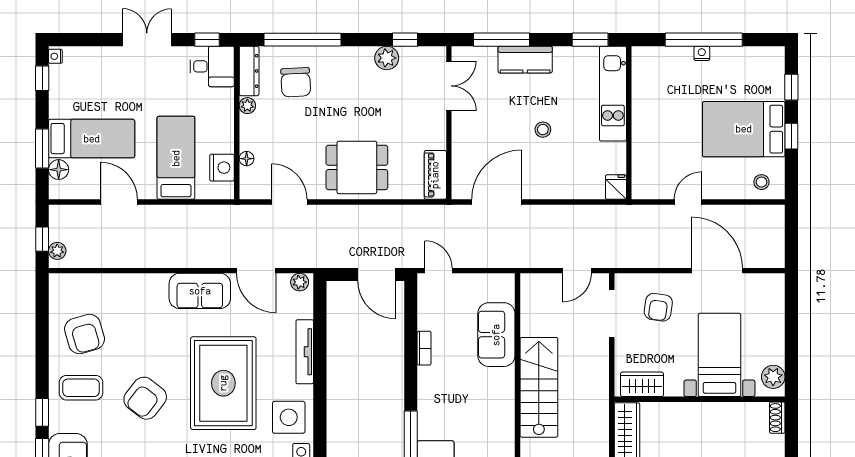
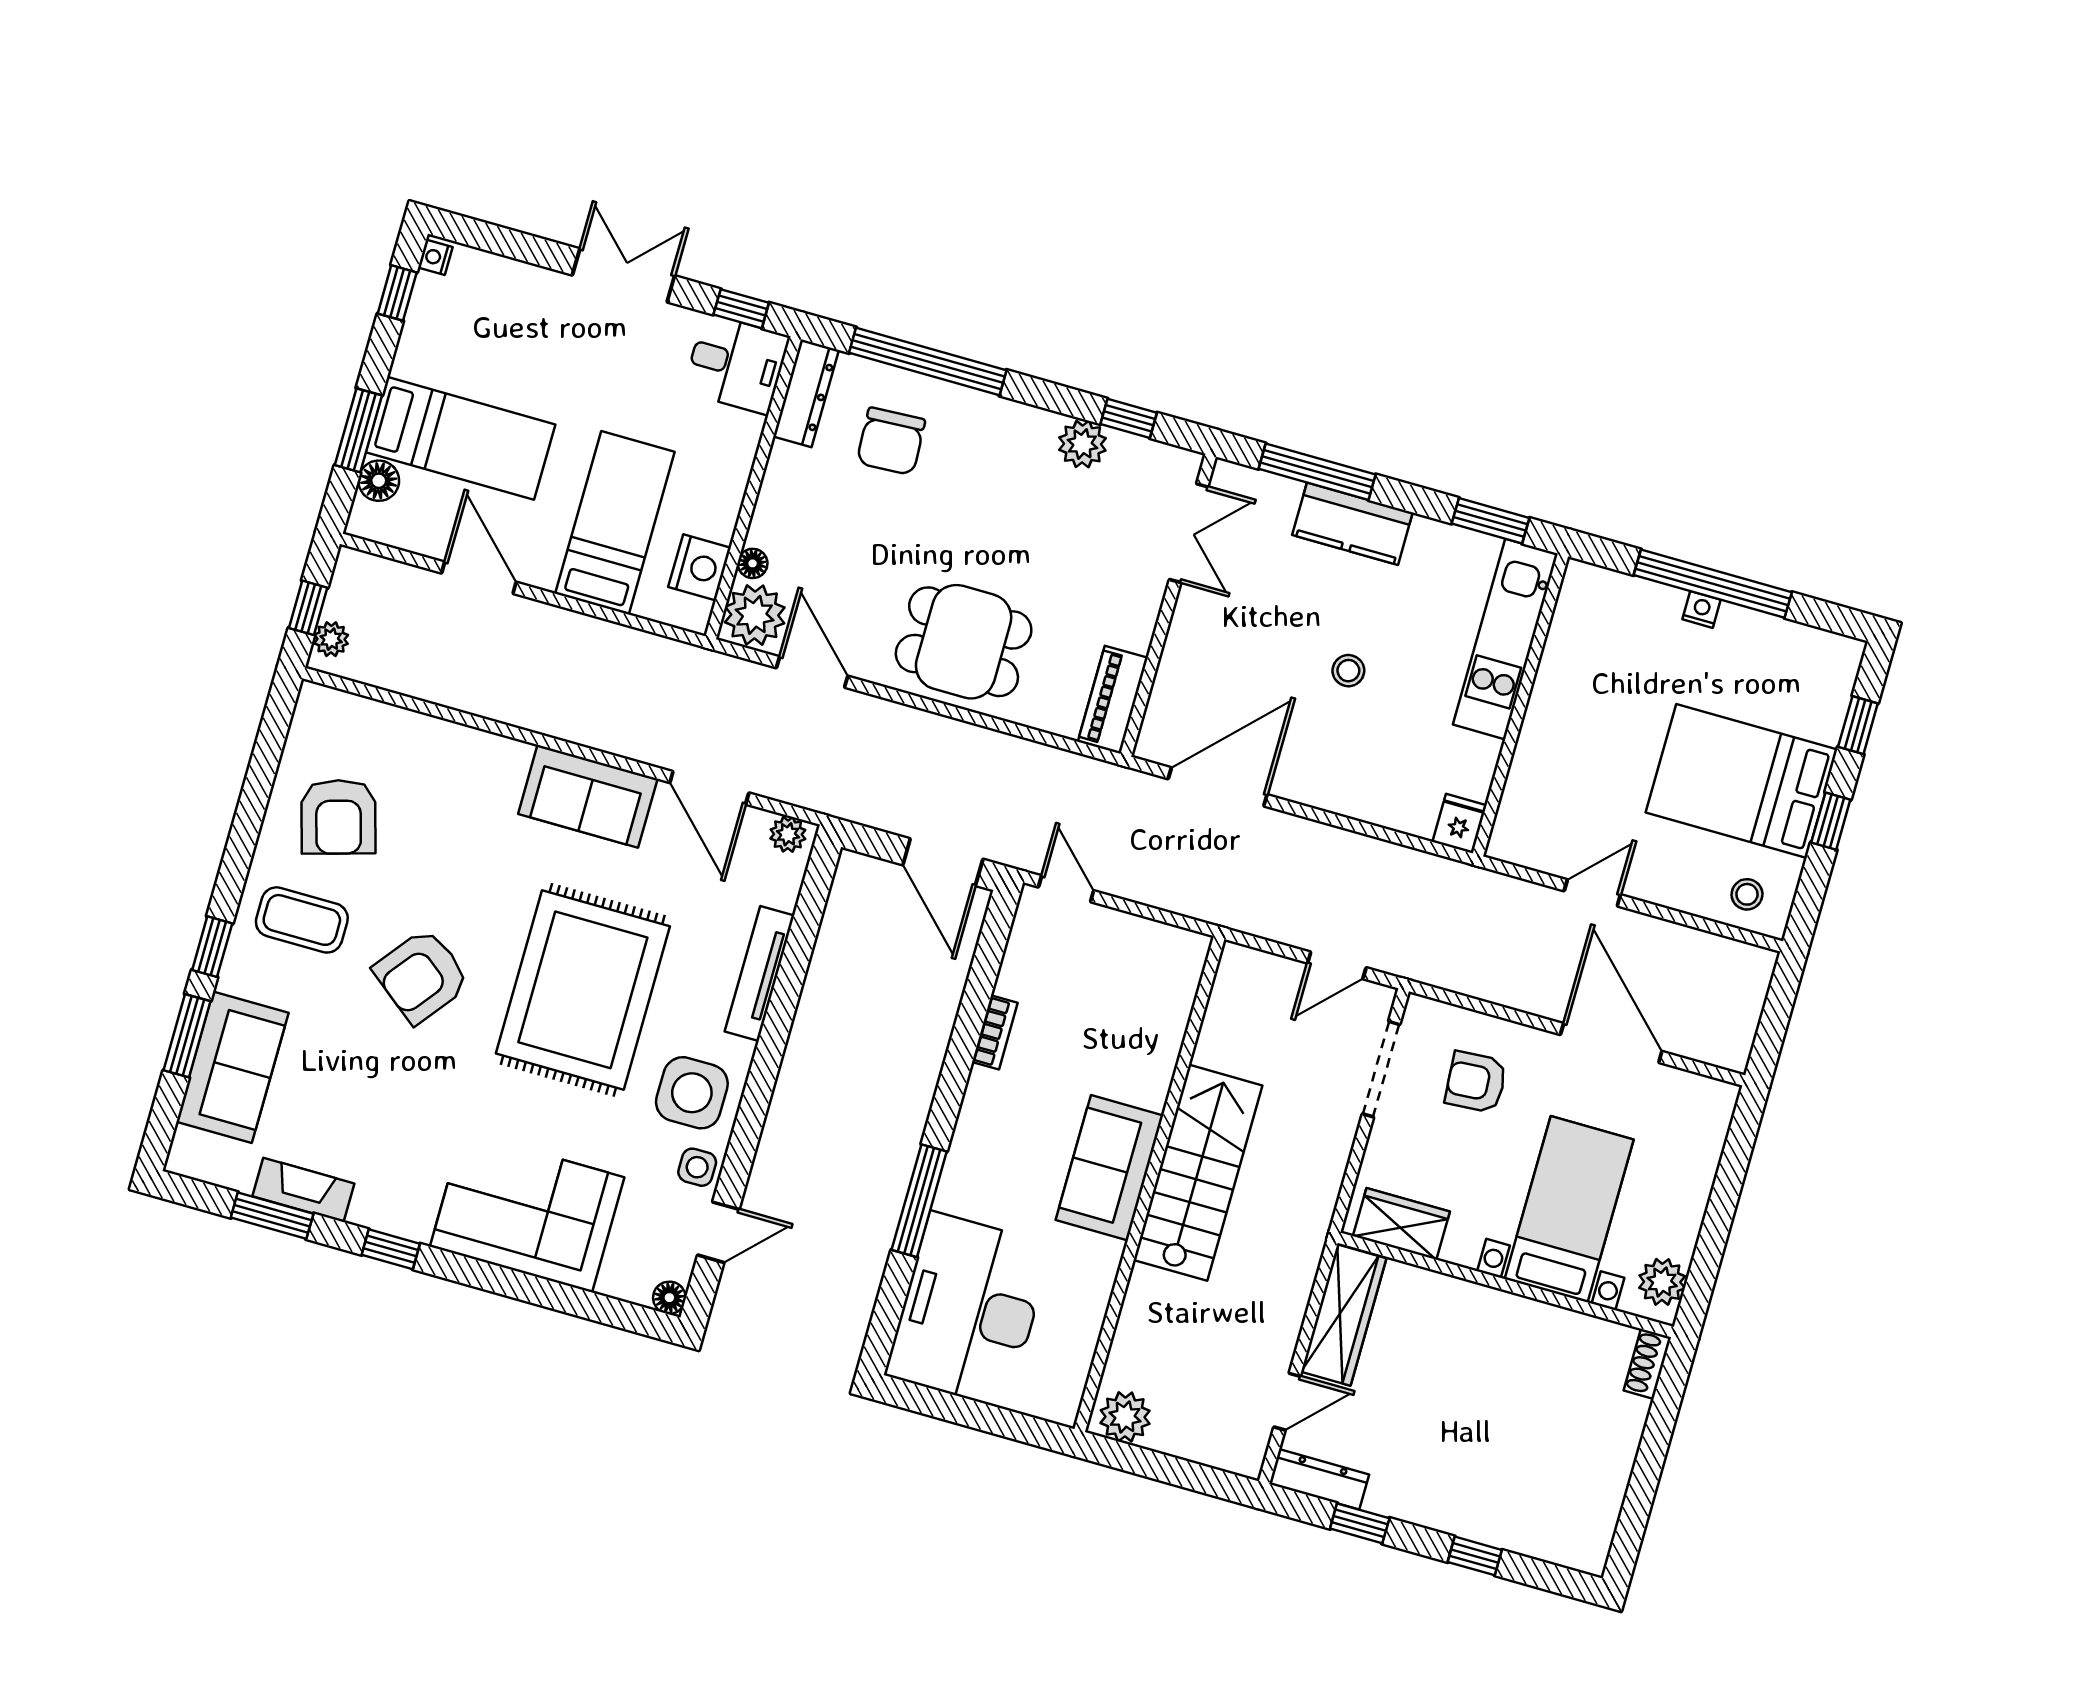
plant: (247, 106) -> (755, 615), moved, width x1.87, depth x1.87
armchair: (658, 307) -> (1476, 1082), turned 78
sofa: (496, 335) -> (1109, 1168), moved

